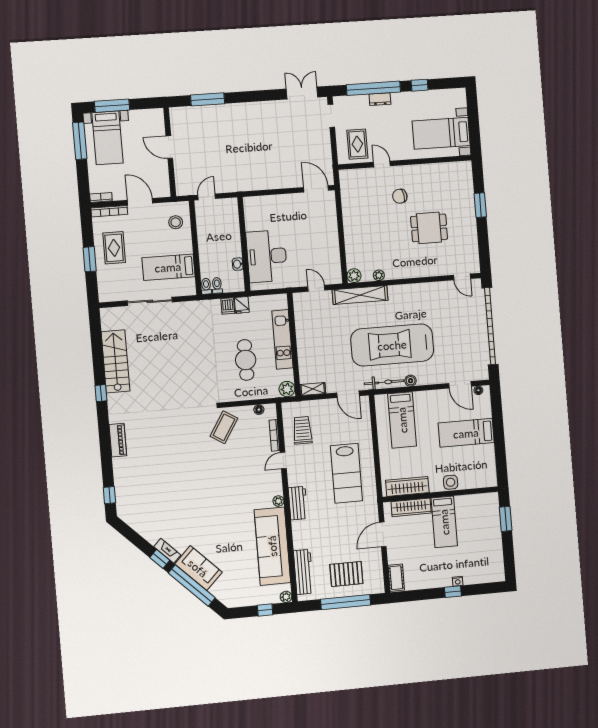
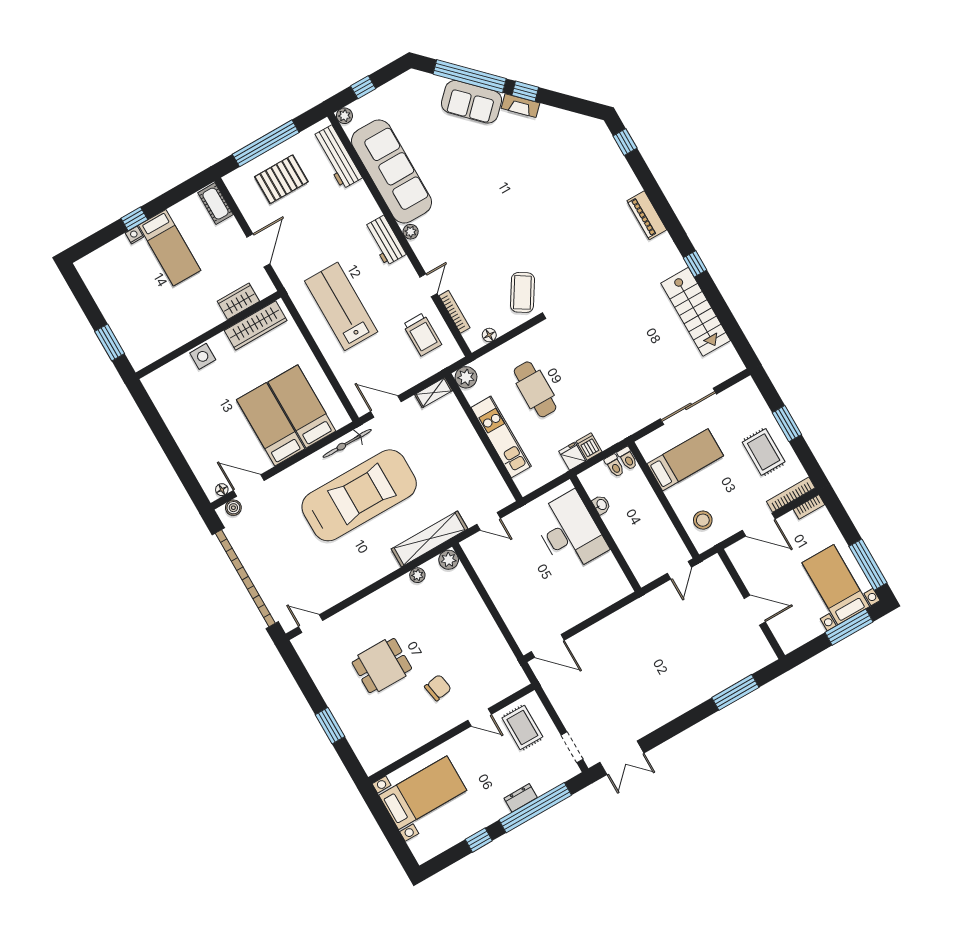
boiler: (411, 381) -> (233, 508), moved
bed: (466, 433) -> (271, 424), moved, turned -90
wardrobe: (411, 507) -> (238, 301), width x0.67
bed: (444, 522) -> (170, 248), moved, turned 180

